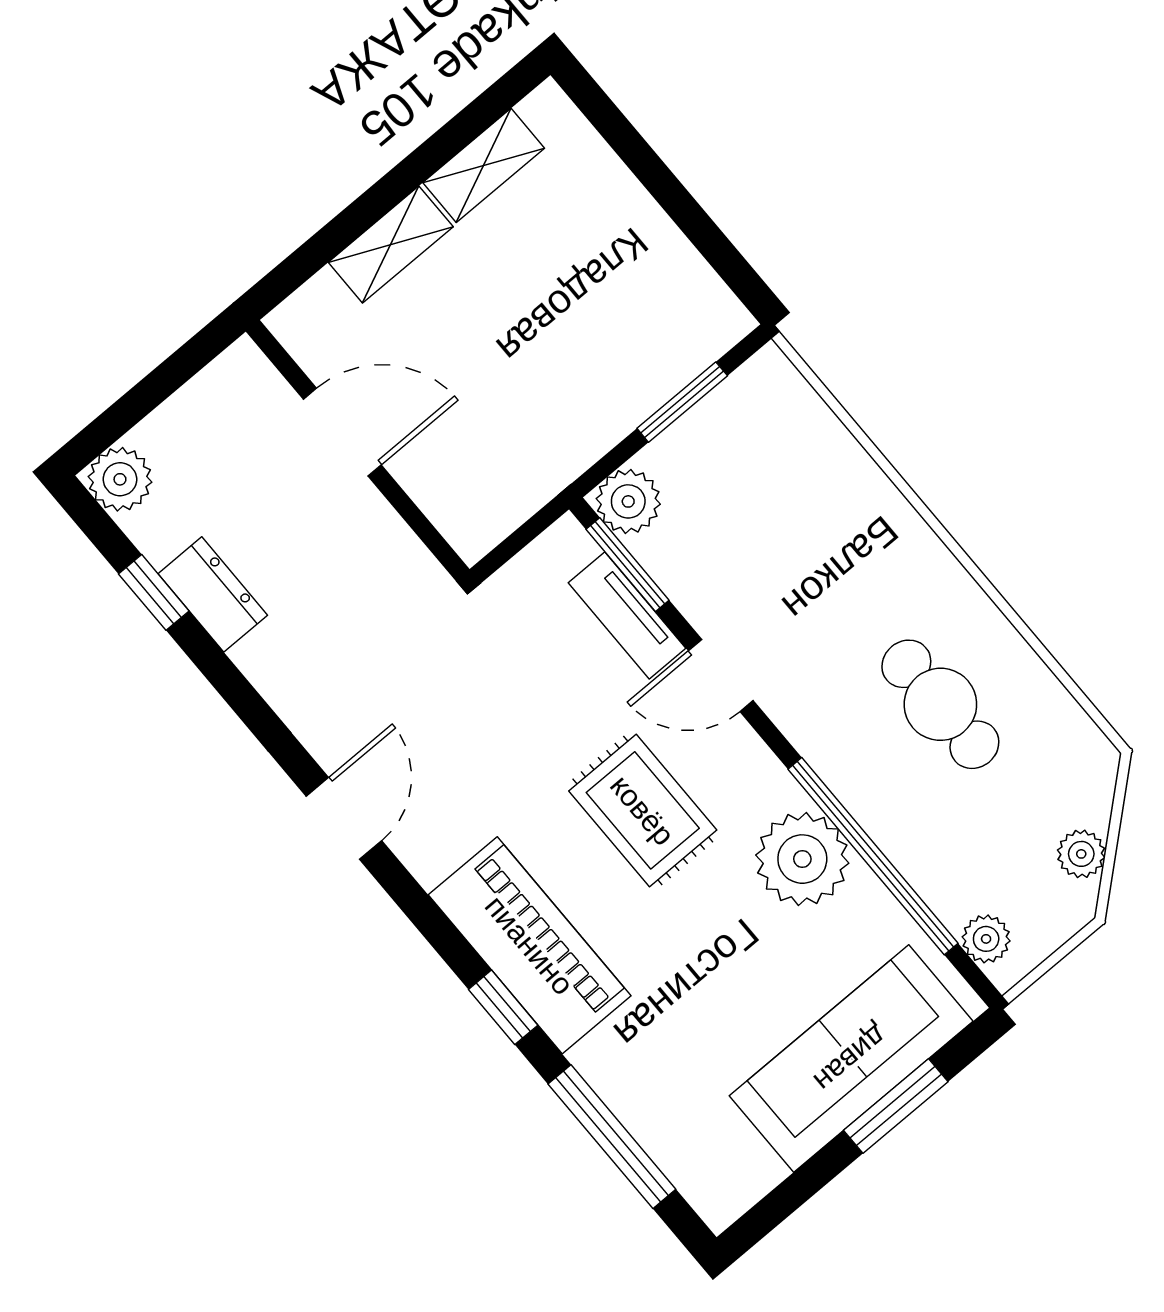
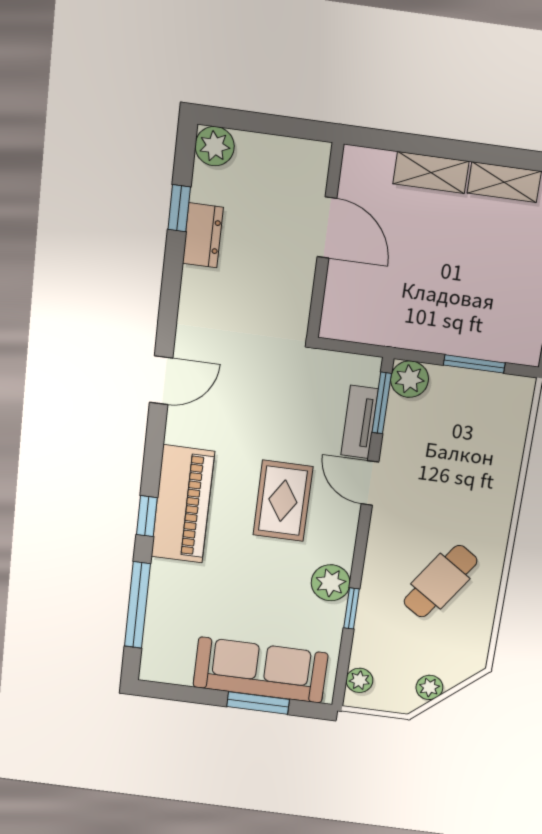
cafe table: (940, 704) -> (440, 581), turned 34
window: (873, 856) -> (352, 608), width x0.32
plant: (802, 859) -> (331, 583), width x0.73, depth x0.73

